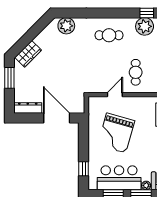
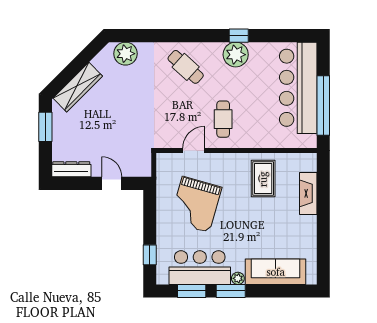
cafe table: (109, 35) -> (186, 67), turned 42
wardrobe: (28, 54) -> (78, 87), width x1.50
door: (57, 118) -> (112, 183), width x0.53

